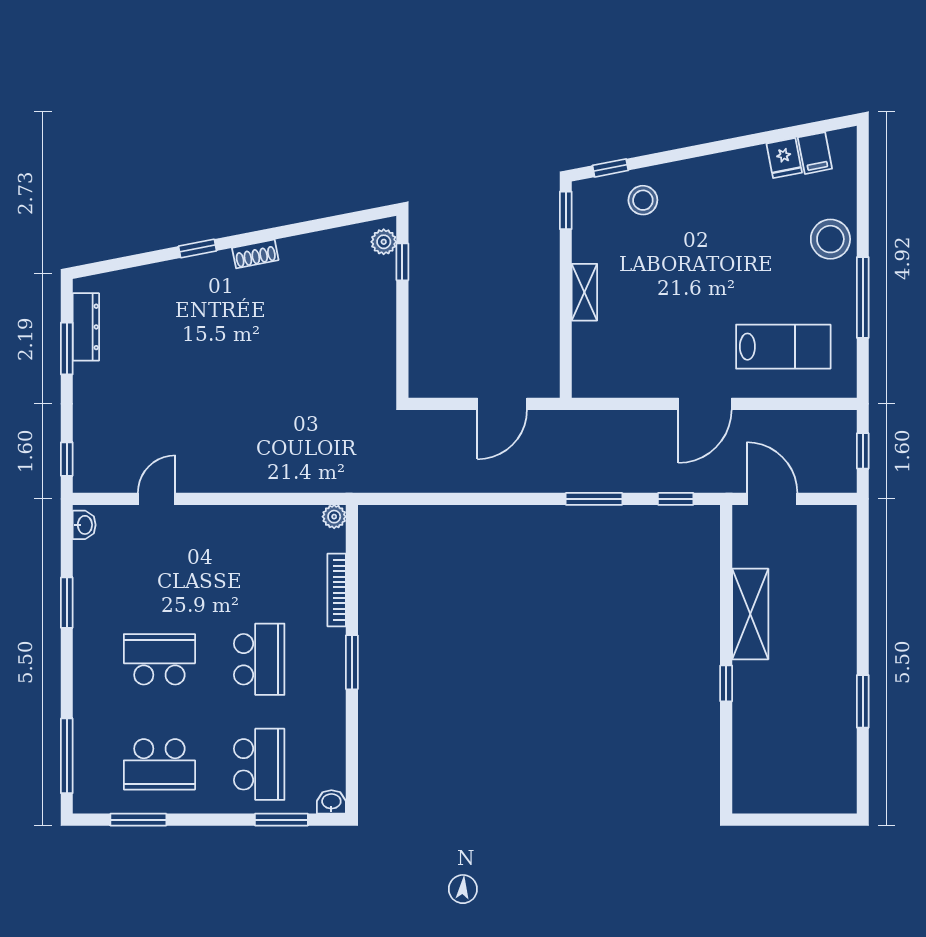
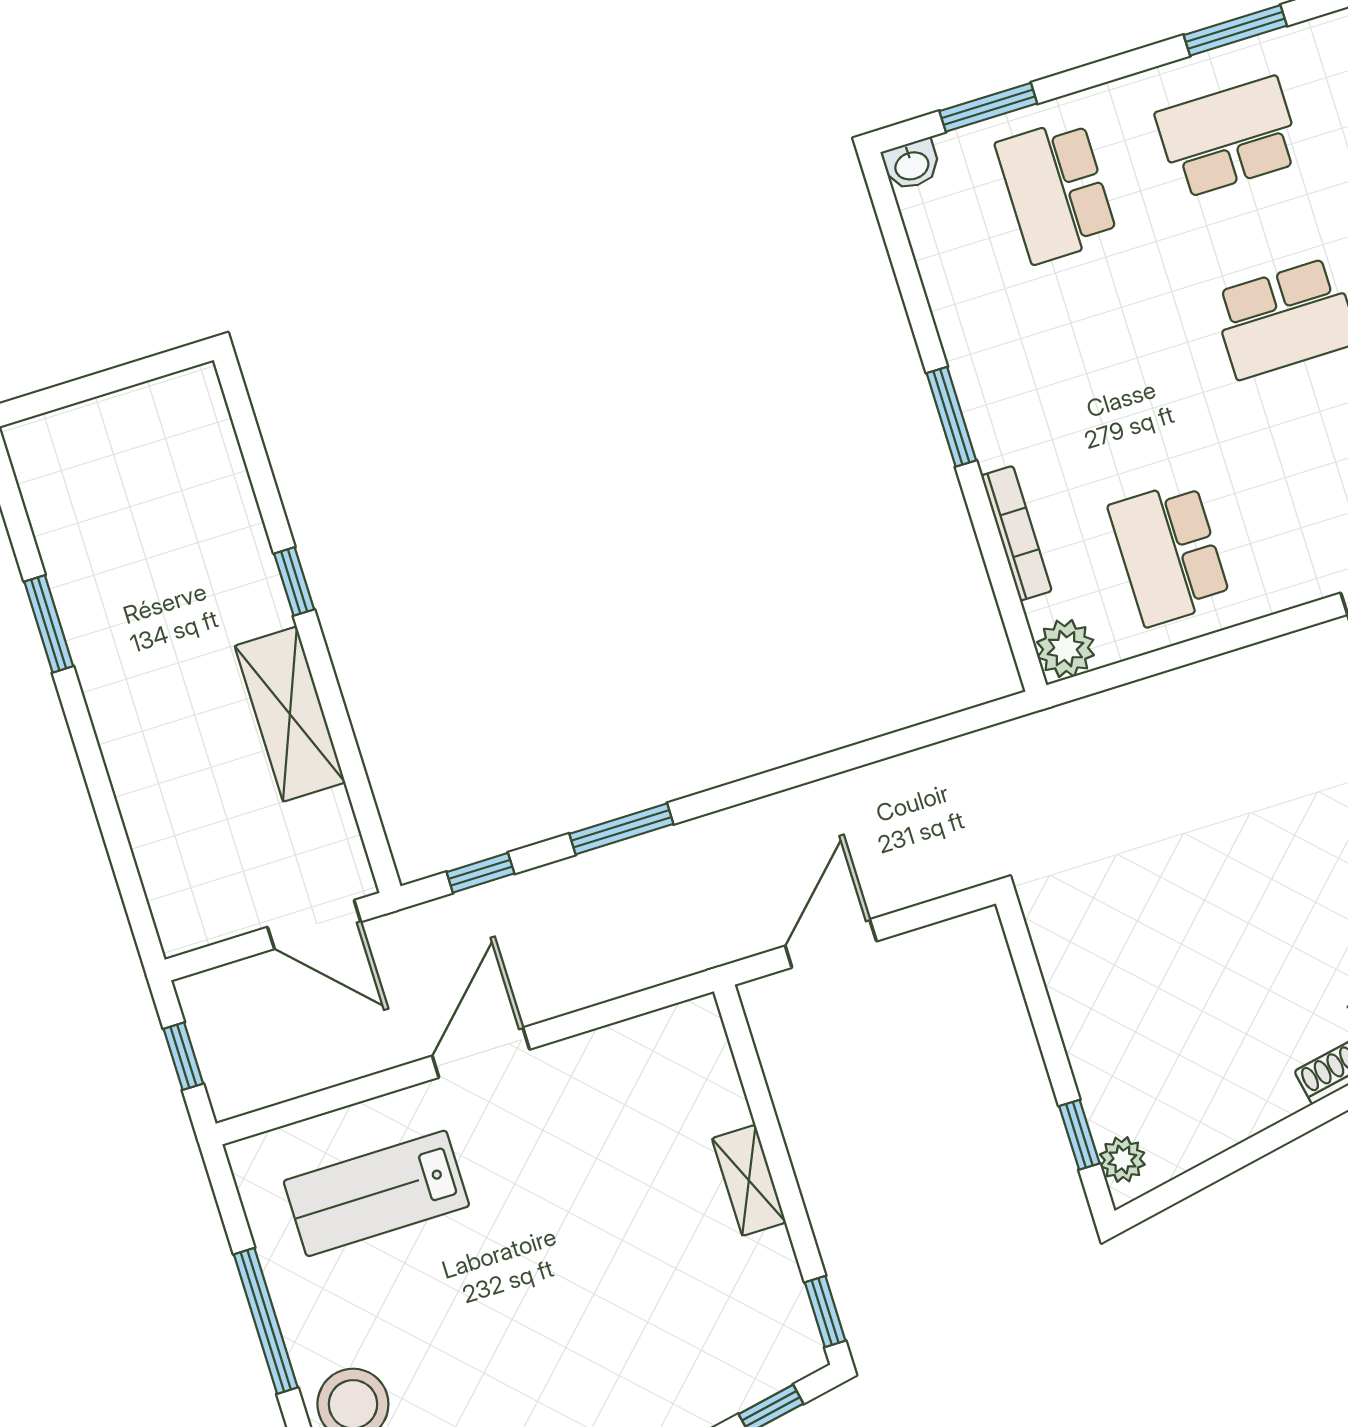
stool: (643, 200) -> (697, 1371), removed
plant: (334, 517) -> (1065, 649), width x1.38, depth x1.38
school desk: (259, 659) -> (1169, 553), moved

